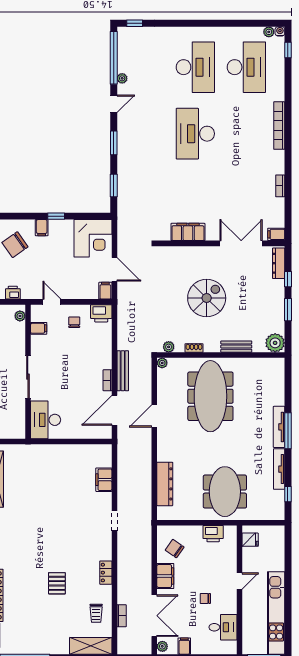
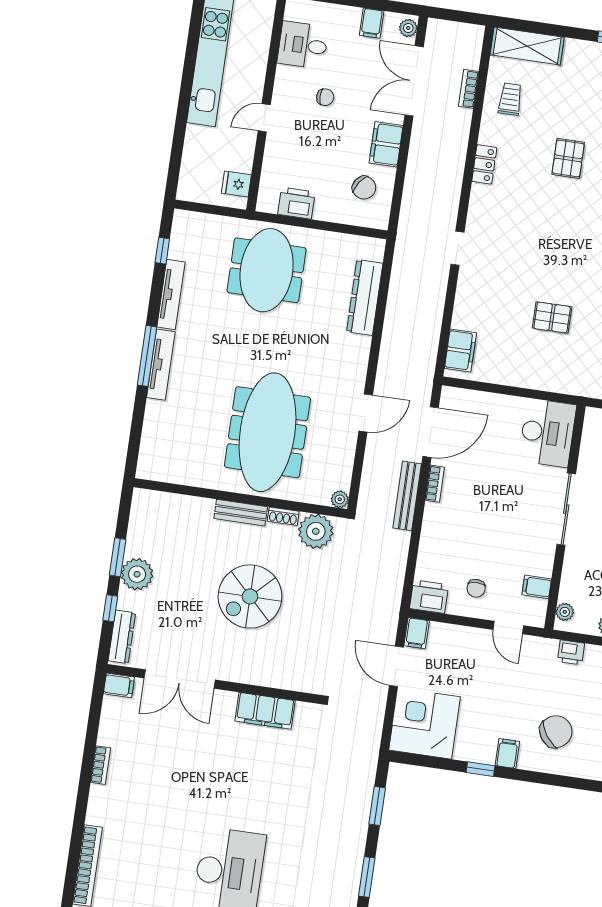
plant: (275, 343) -> (137, 574), moved
plant: (169, 347) -> (316, 531), width x1.87, depth x1.87
bench: (236, 347) -> (241, 513), moved
filing cabinet: (104, 480) -> (460, 350), moved
pallet: (53, 488) -> (552, 317), added

